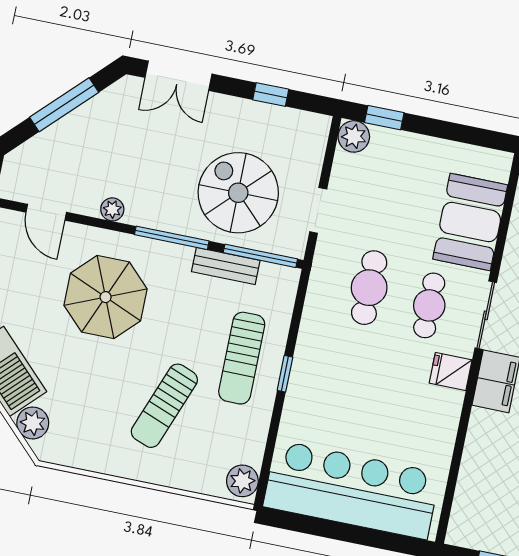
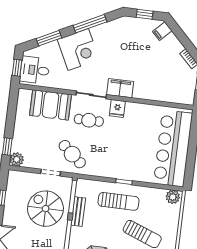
spiral stairs: (238, 193) -> (45, 209), turned 90
cafe table: (369, 288) -> (72, 154), moved, turned 41

